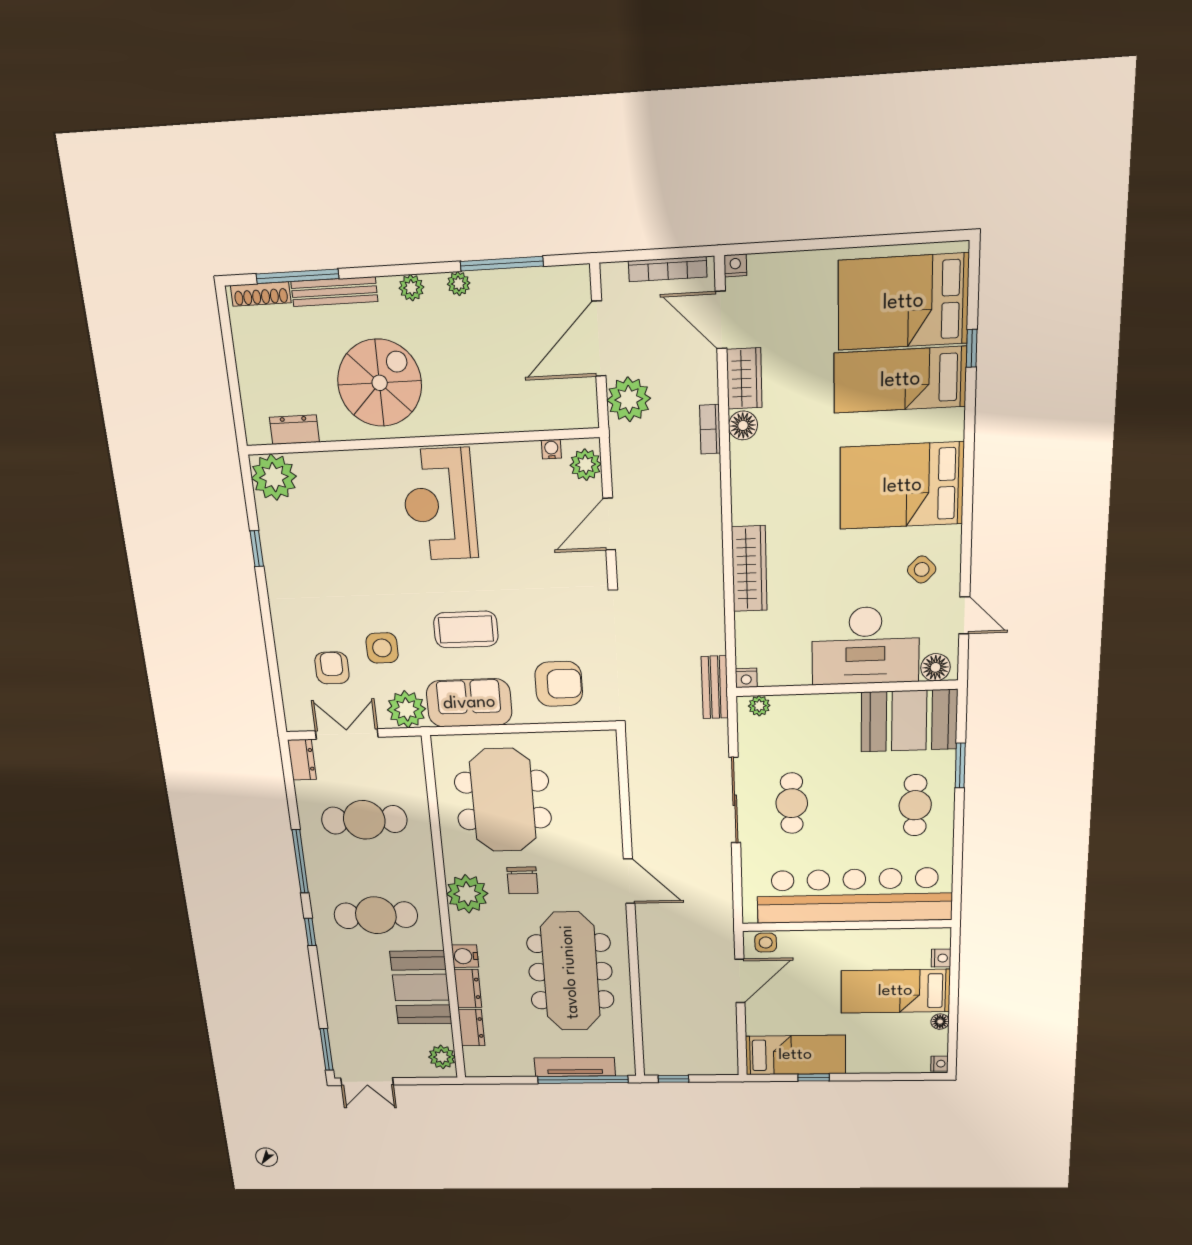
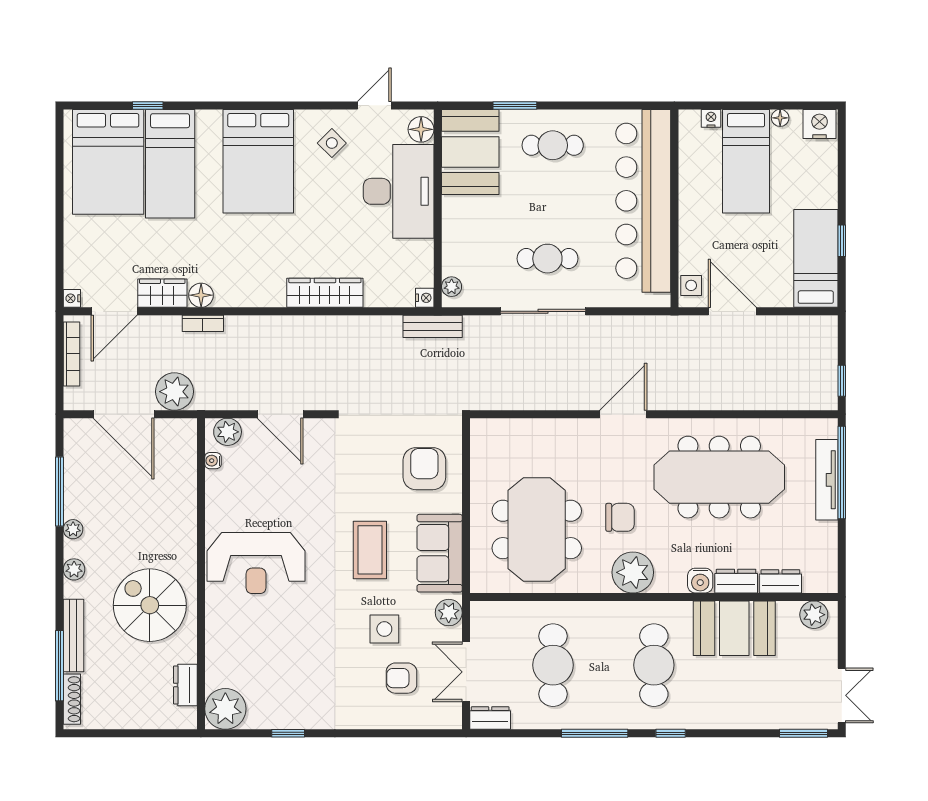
plant: (406, 709) -> (449, 613), width x0.73, depth x0.73
meeting table: (503, 800) -> (537, 529), turned 90
nightstand: (939, 1064) -> (820, 124), width x1.89, depth x1.79

